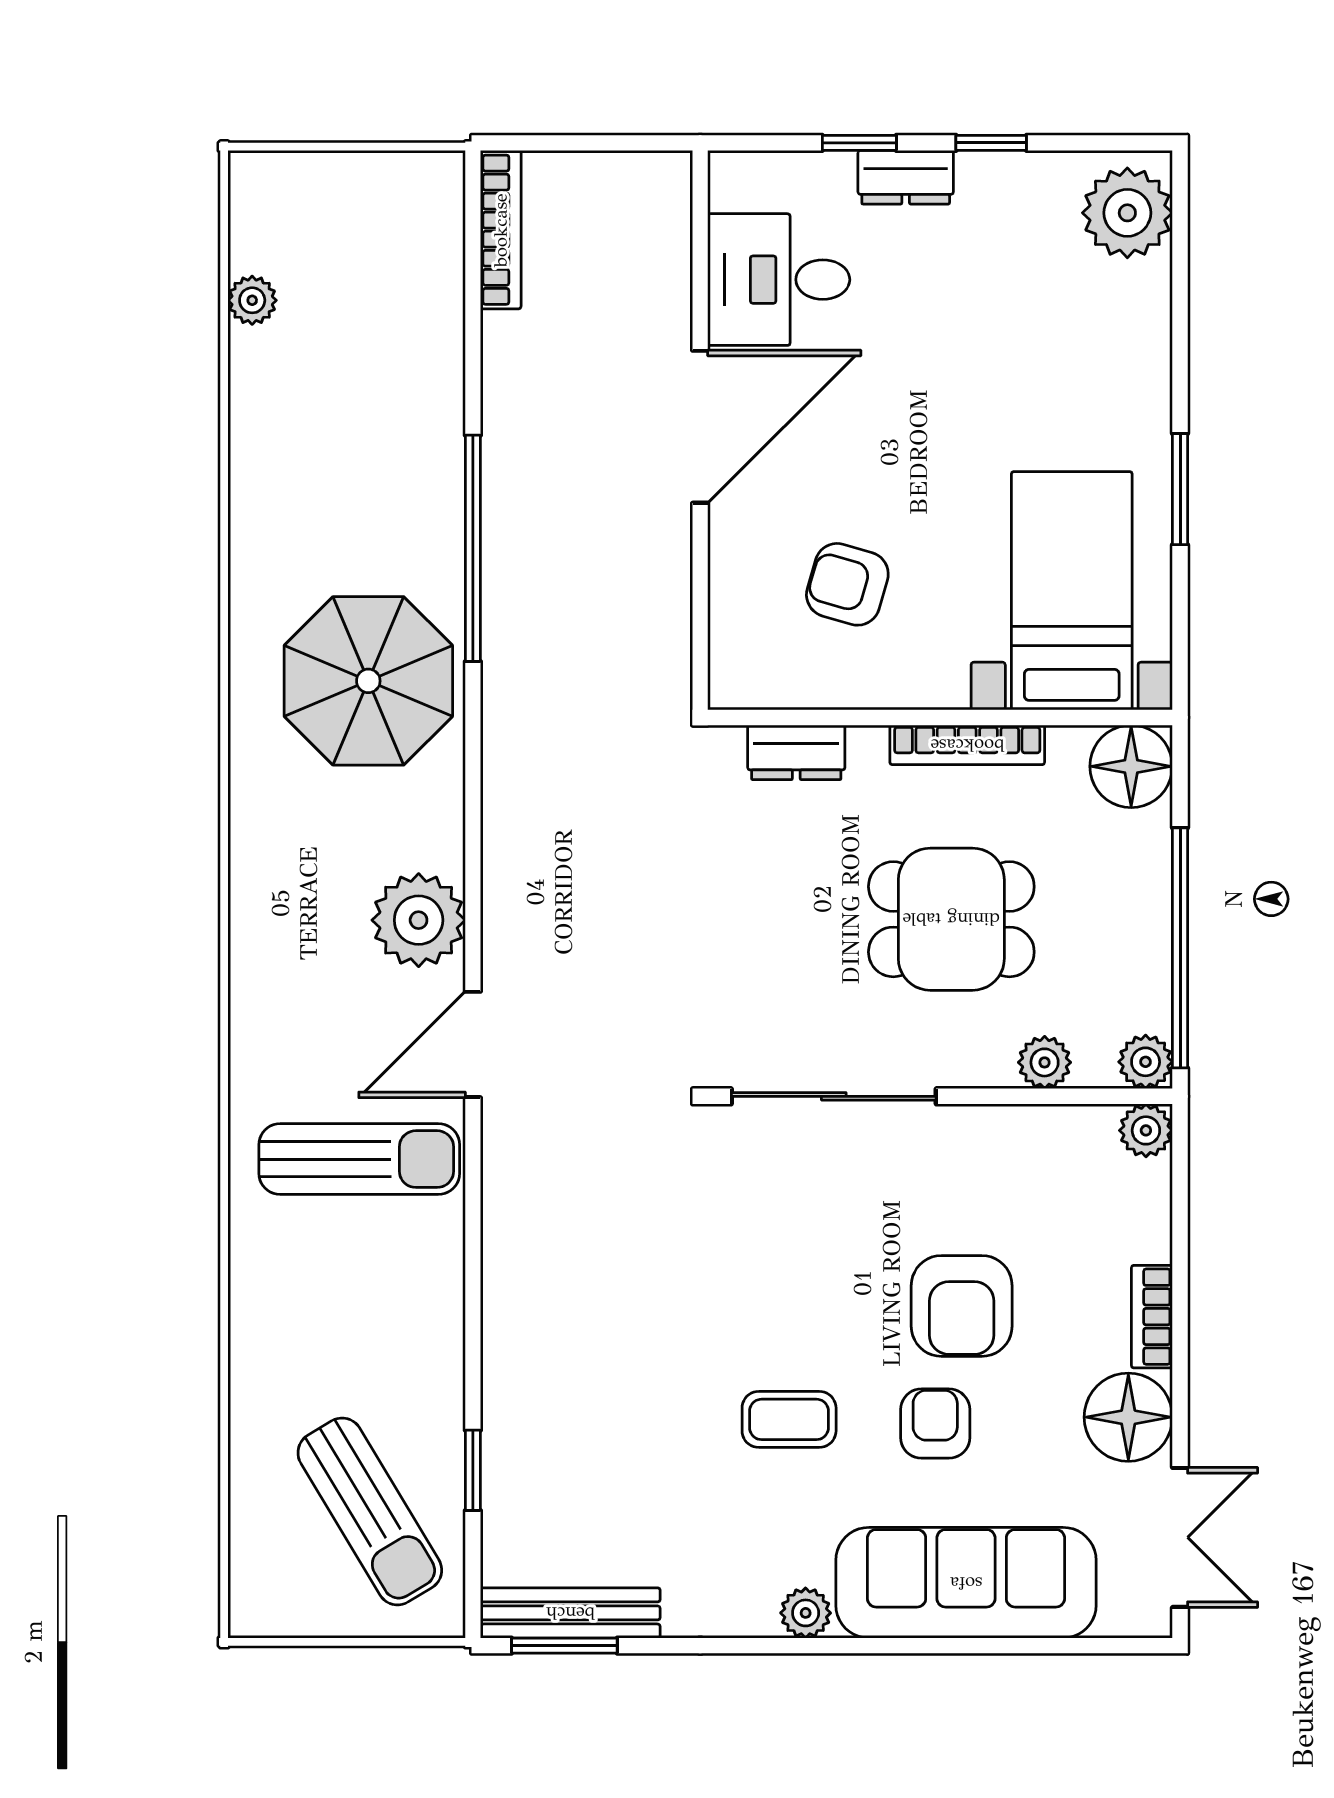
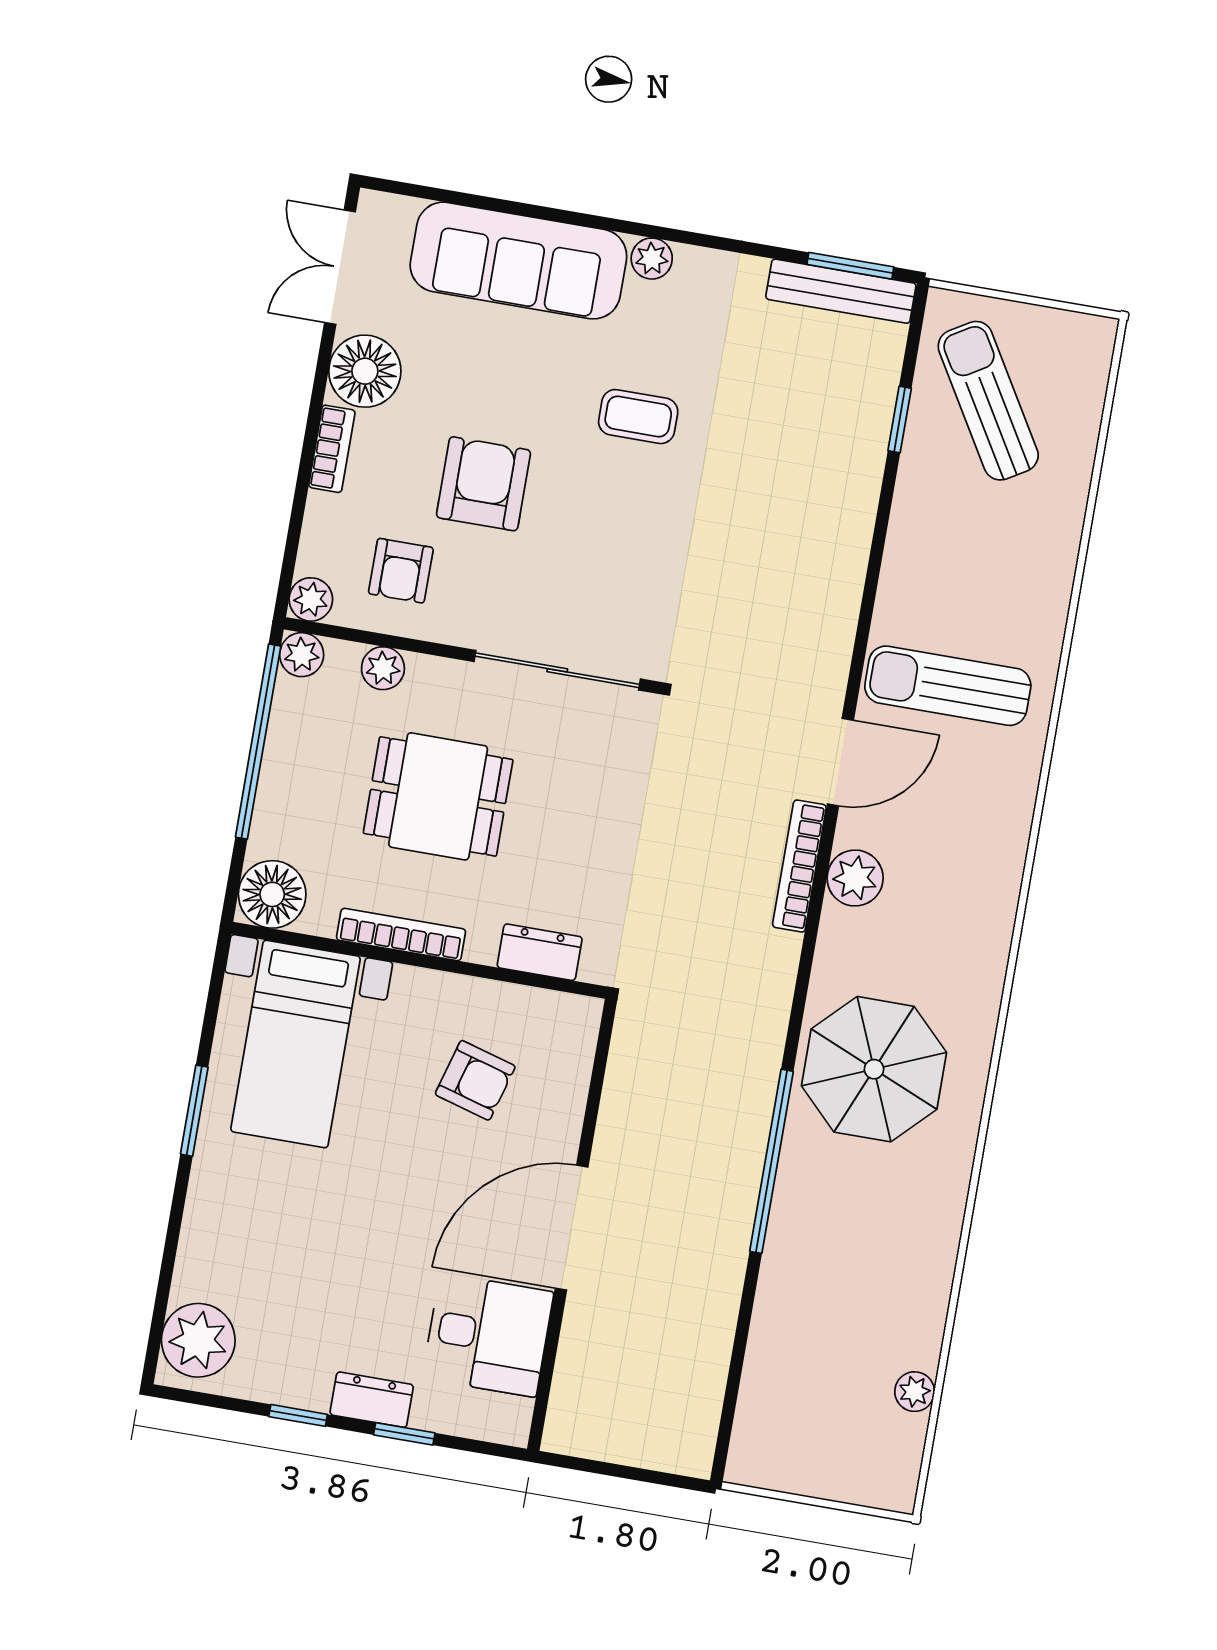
bookcase: (501, 230) -> (799, 866), moved
plant: (419, 920) -> (855, 878), width x0.73, depth x0.73
armchair: (935, 1424) -> (401, 571), moved

